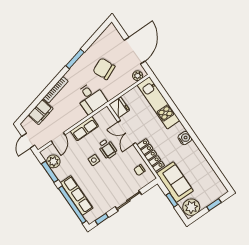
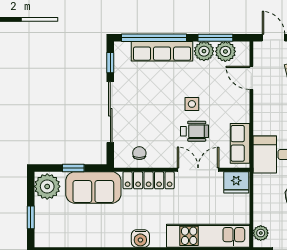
row of seats: (84, 129) -> (240, 143), moved
wheelchair: (107, 149) -> (194, 131), turned 180
plant: (61, 173) -> (204, 51), added
sliding door: (128, 201) -> (110, 112), width x1.37

